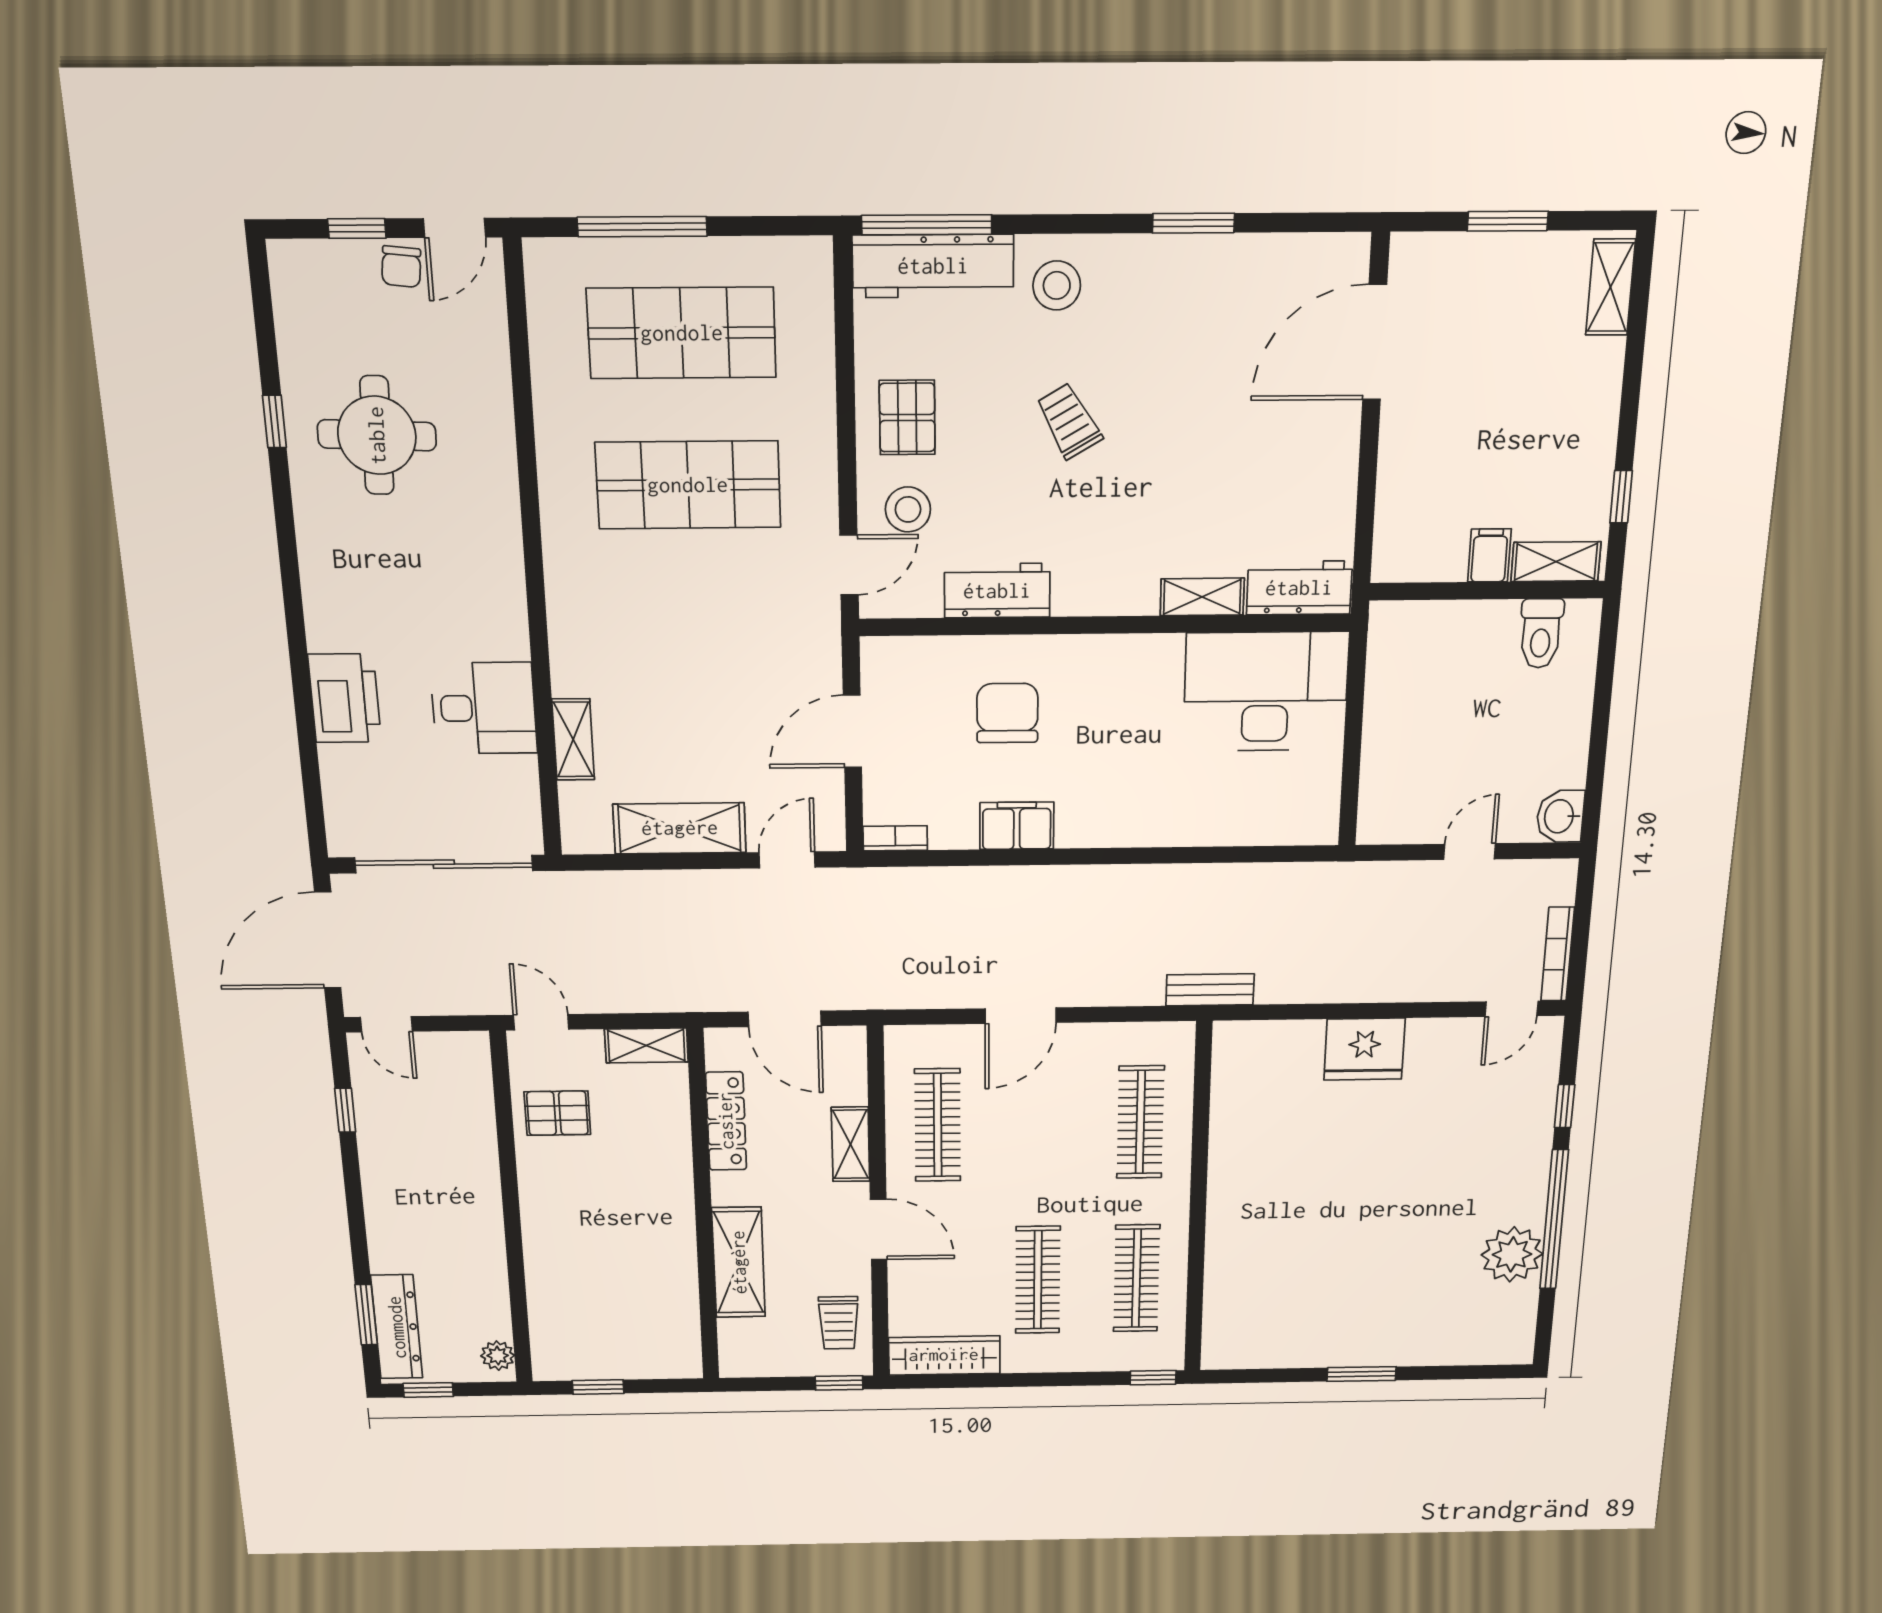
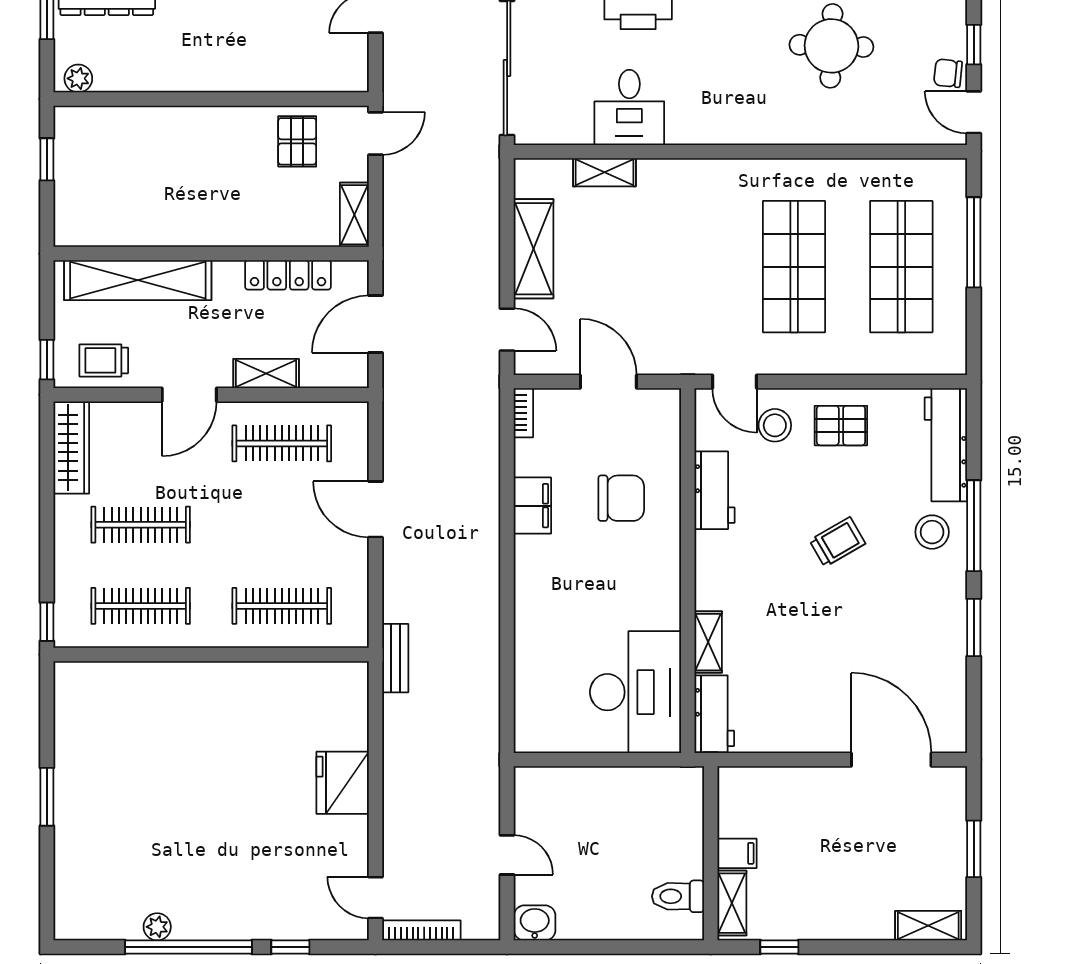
window: (927, 225) -> (974, 526), moved
plant: (1512, 1254) -> (157, 927), width x0.53, depth x0.53
shelving: (739, 1262) -> (138, 280), width x1.47

